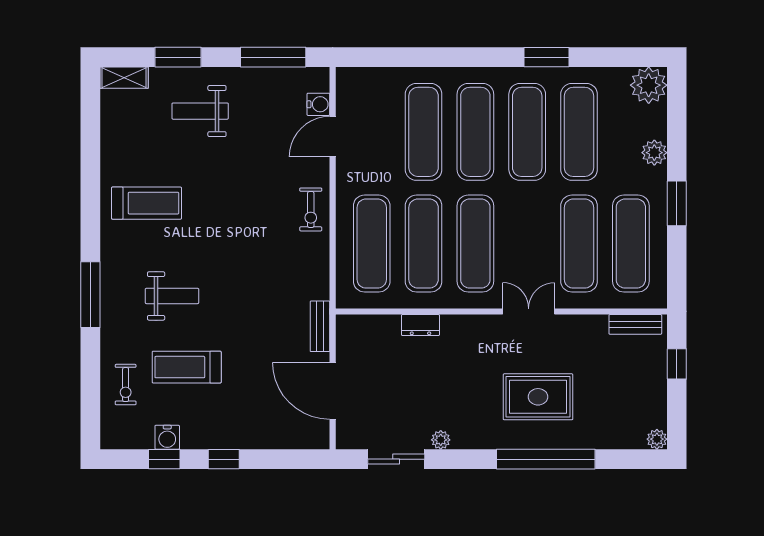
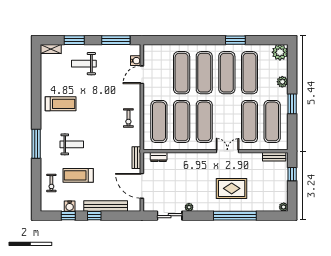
exercise bike: (311, 209) -> (128, 118), moved
dresser: (420, 325) -> (159, 157), moved
bench: (250, 437) -> (106, 206), added

